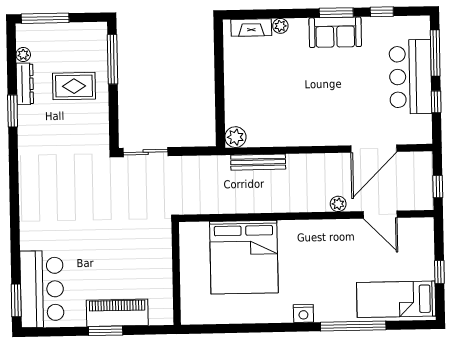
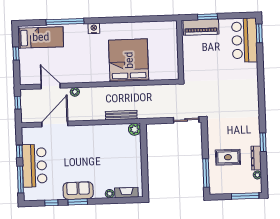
wall: (176, 273) -> (180, 50), moved

